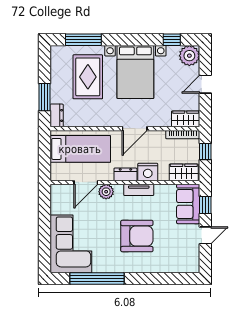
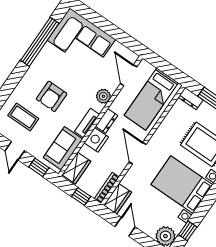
door: (205, 84) -> (125, 227), moved
door: (86, 182) -> (129, 75), moved
sofa: (188, 204) -> (63, 148), moved, turned -90
armchair: (137, 236) -> (52, 96), width x0.73, depth x0.73
coffee table: (171, 248) -> (23, 117), added

